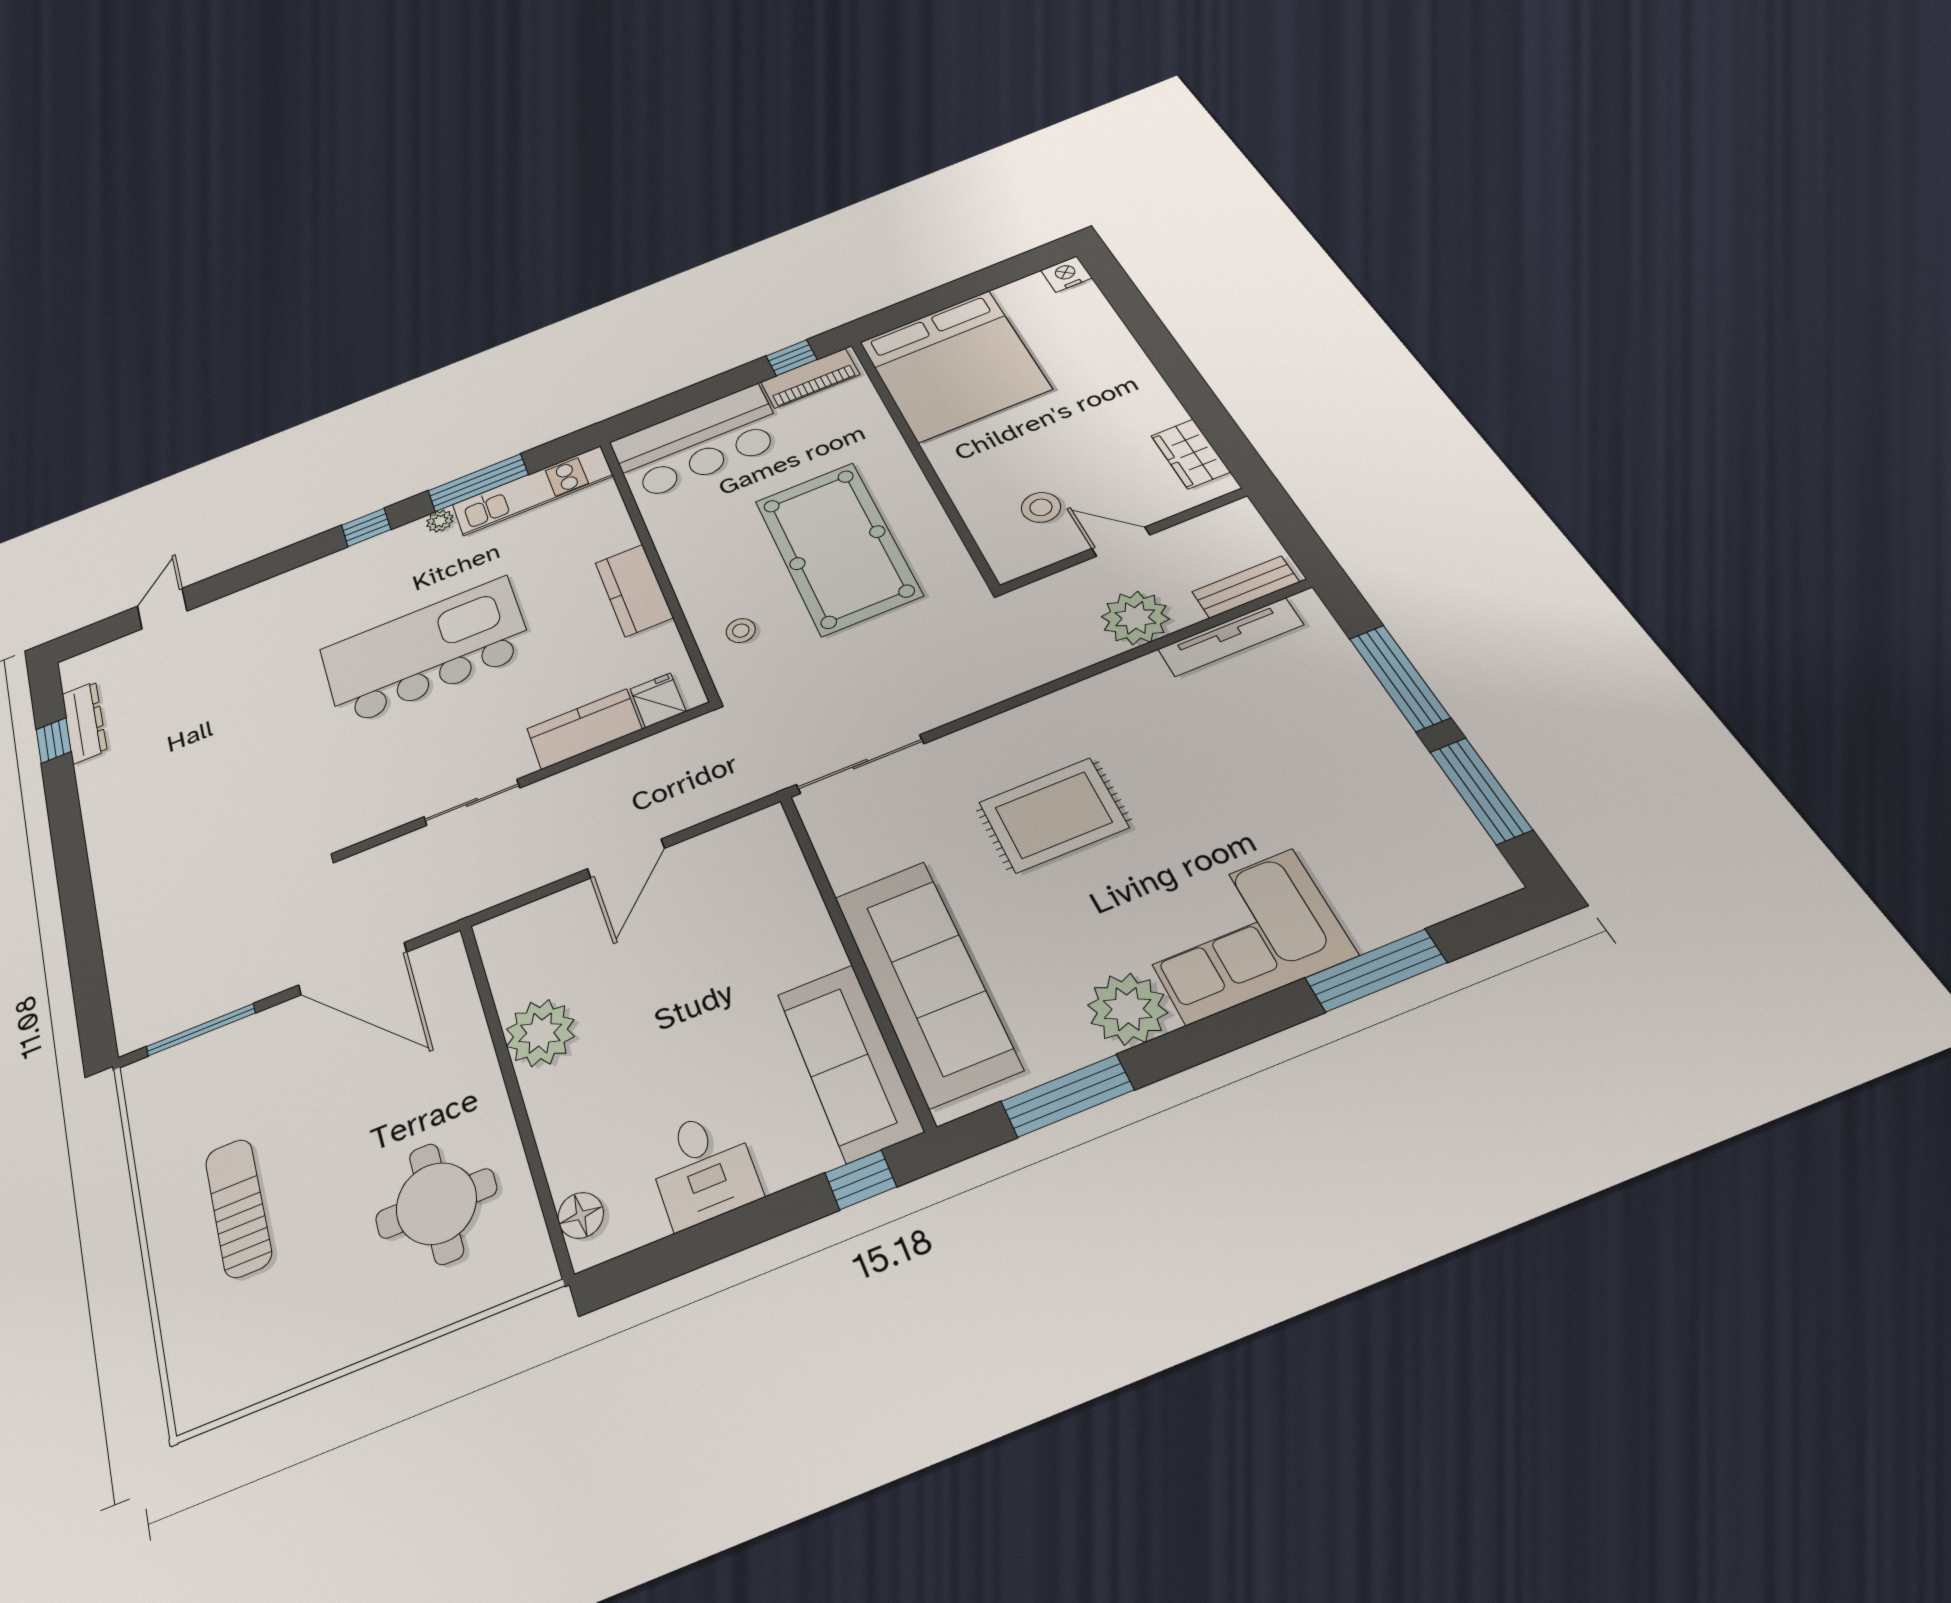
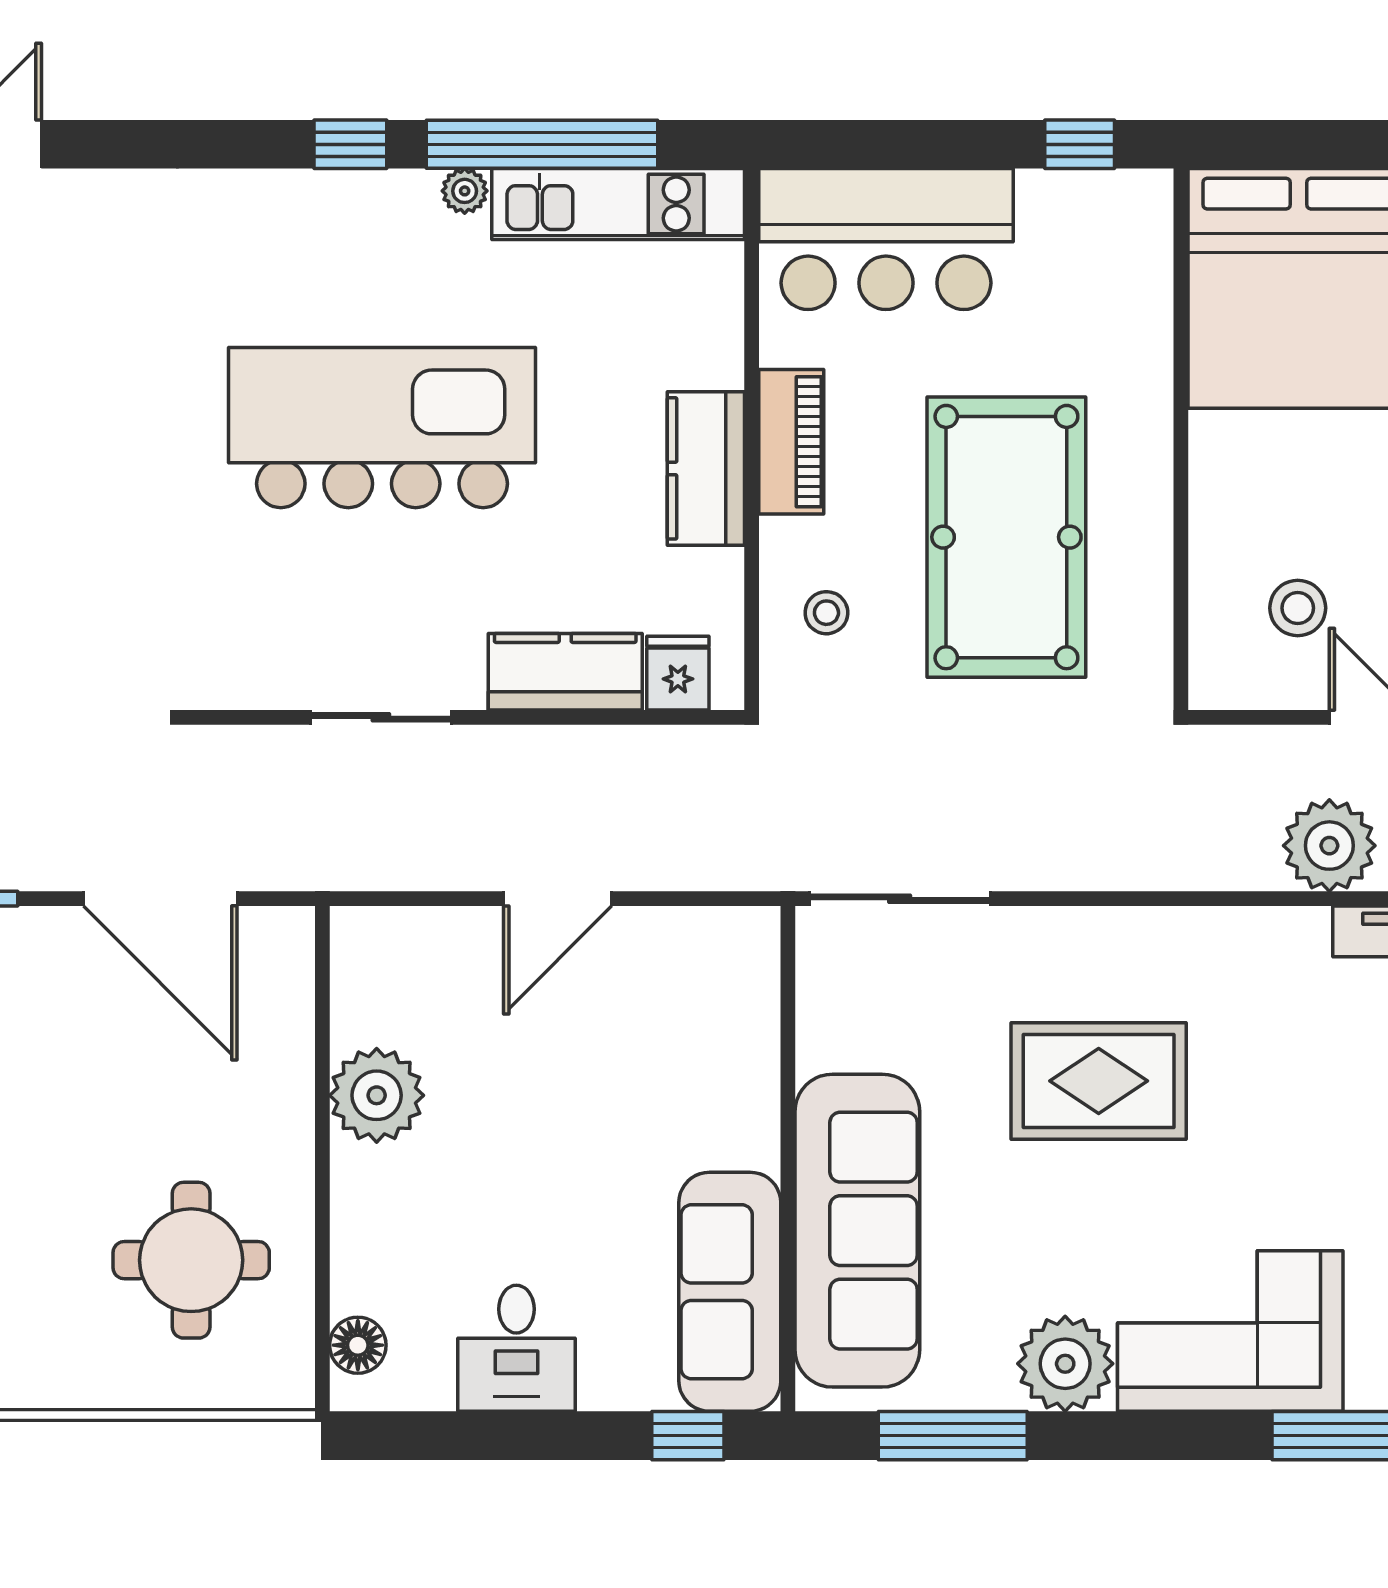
piano: (810, 378) -> (791, 442), moved, turned -90
window: (478, 483) -> (542, 144), width x1.46

